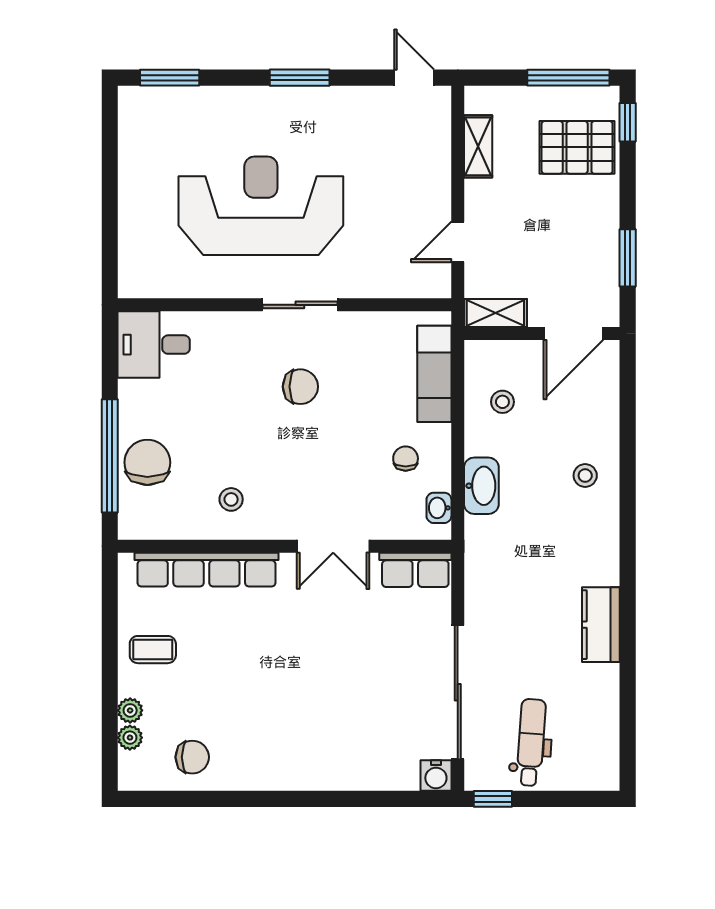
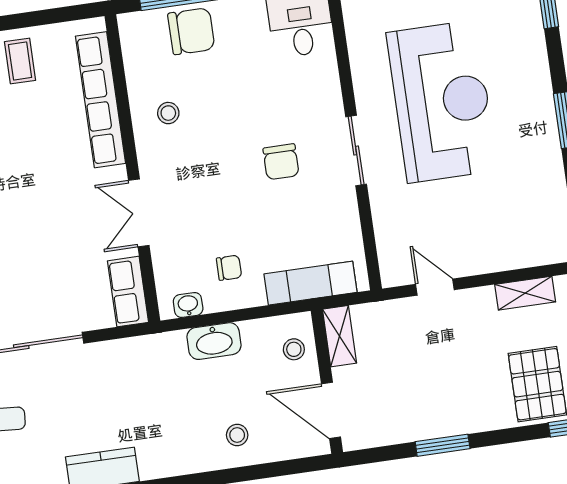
shelving: (495, 313) -> (340, 336), moved
wall: (542, 333) -> (327, 381), moved
door: (573, 333) -> (331, 410), moved

